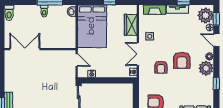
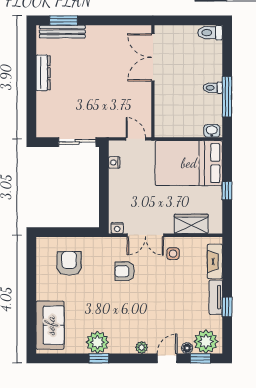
double door: (25, 49) -> (153, 57), swing flipped
double door: (138, 54) -> (145, 235), swing flipped
door: (77, 60) -> (136, 139), swing flipped
armchair: (182, 60) -> (135, 304), removed
plant: (206, 68) -> (97, 342), moved

